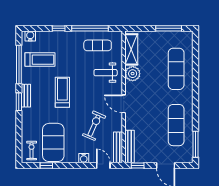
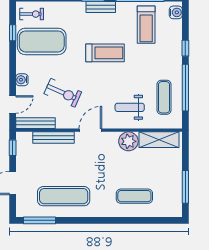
exercise mat: (176, 69) -> (134, 196), width x0.73, depth x0.69
weight bench: (106, 73) -> (130, 107), turned -90
bench: (130, 147) -> (54, 137), moved

